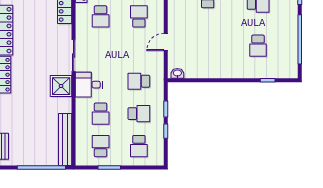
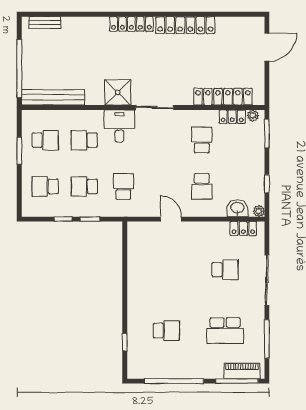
school desk: (101, 16) -> (202, 140), turned 90
school desk: (139, 16) -> (202, 186), turned 90
school desk: (258, 46) -> (166, 331), turned 180
washbasin: (177, 73) -> (133, 233), removed
school desk: (139, 114) -> (84, 186), turned 90

